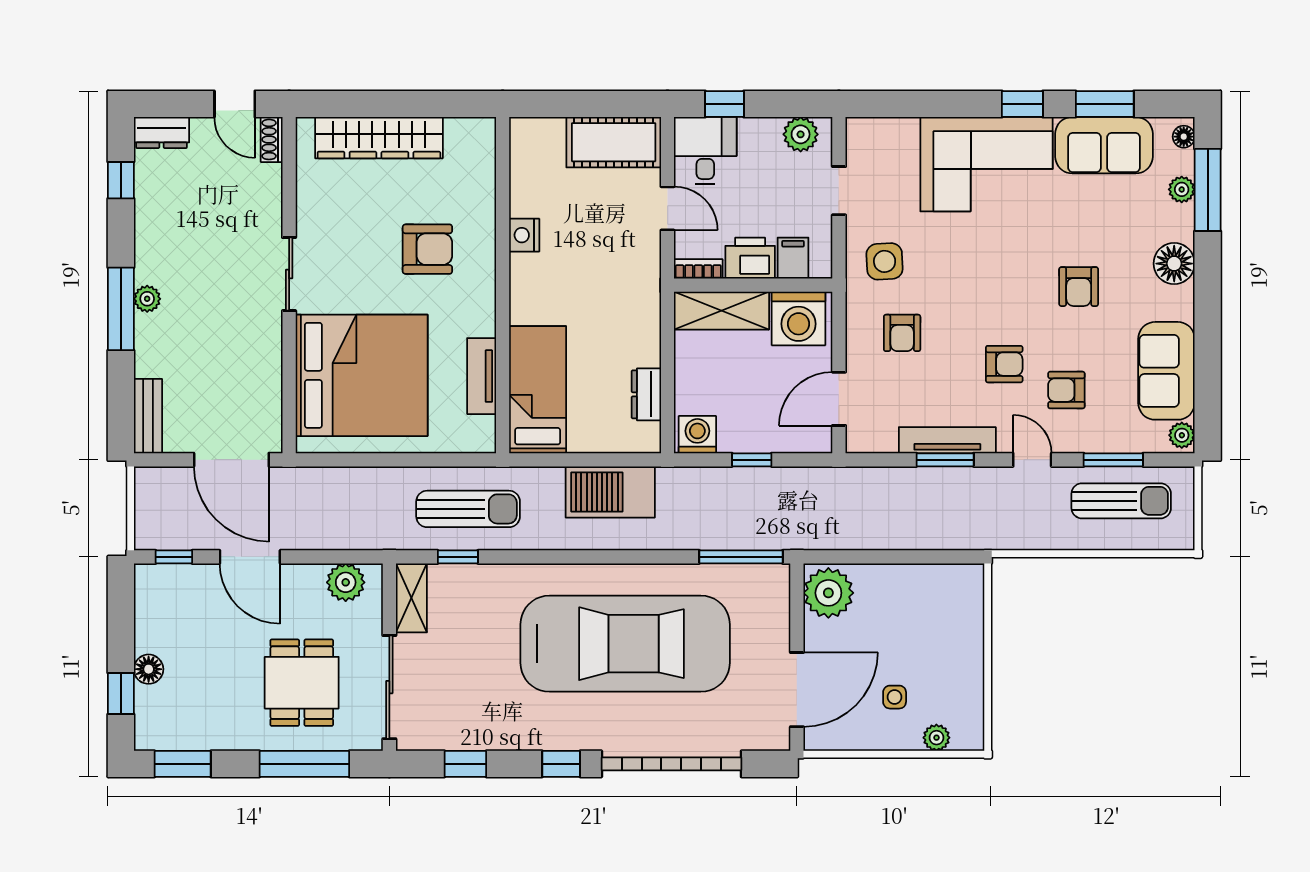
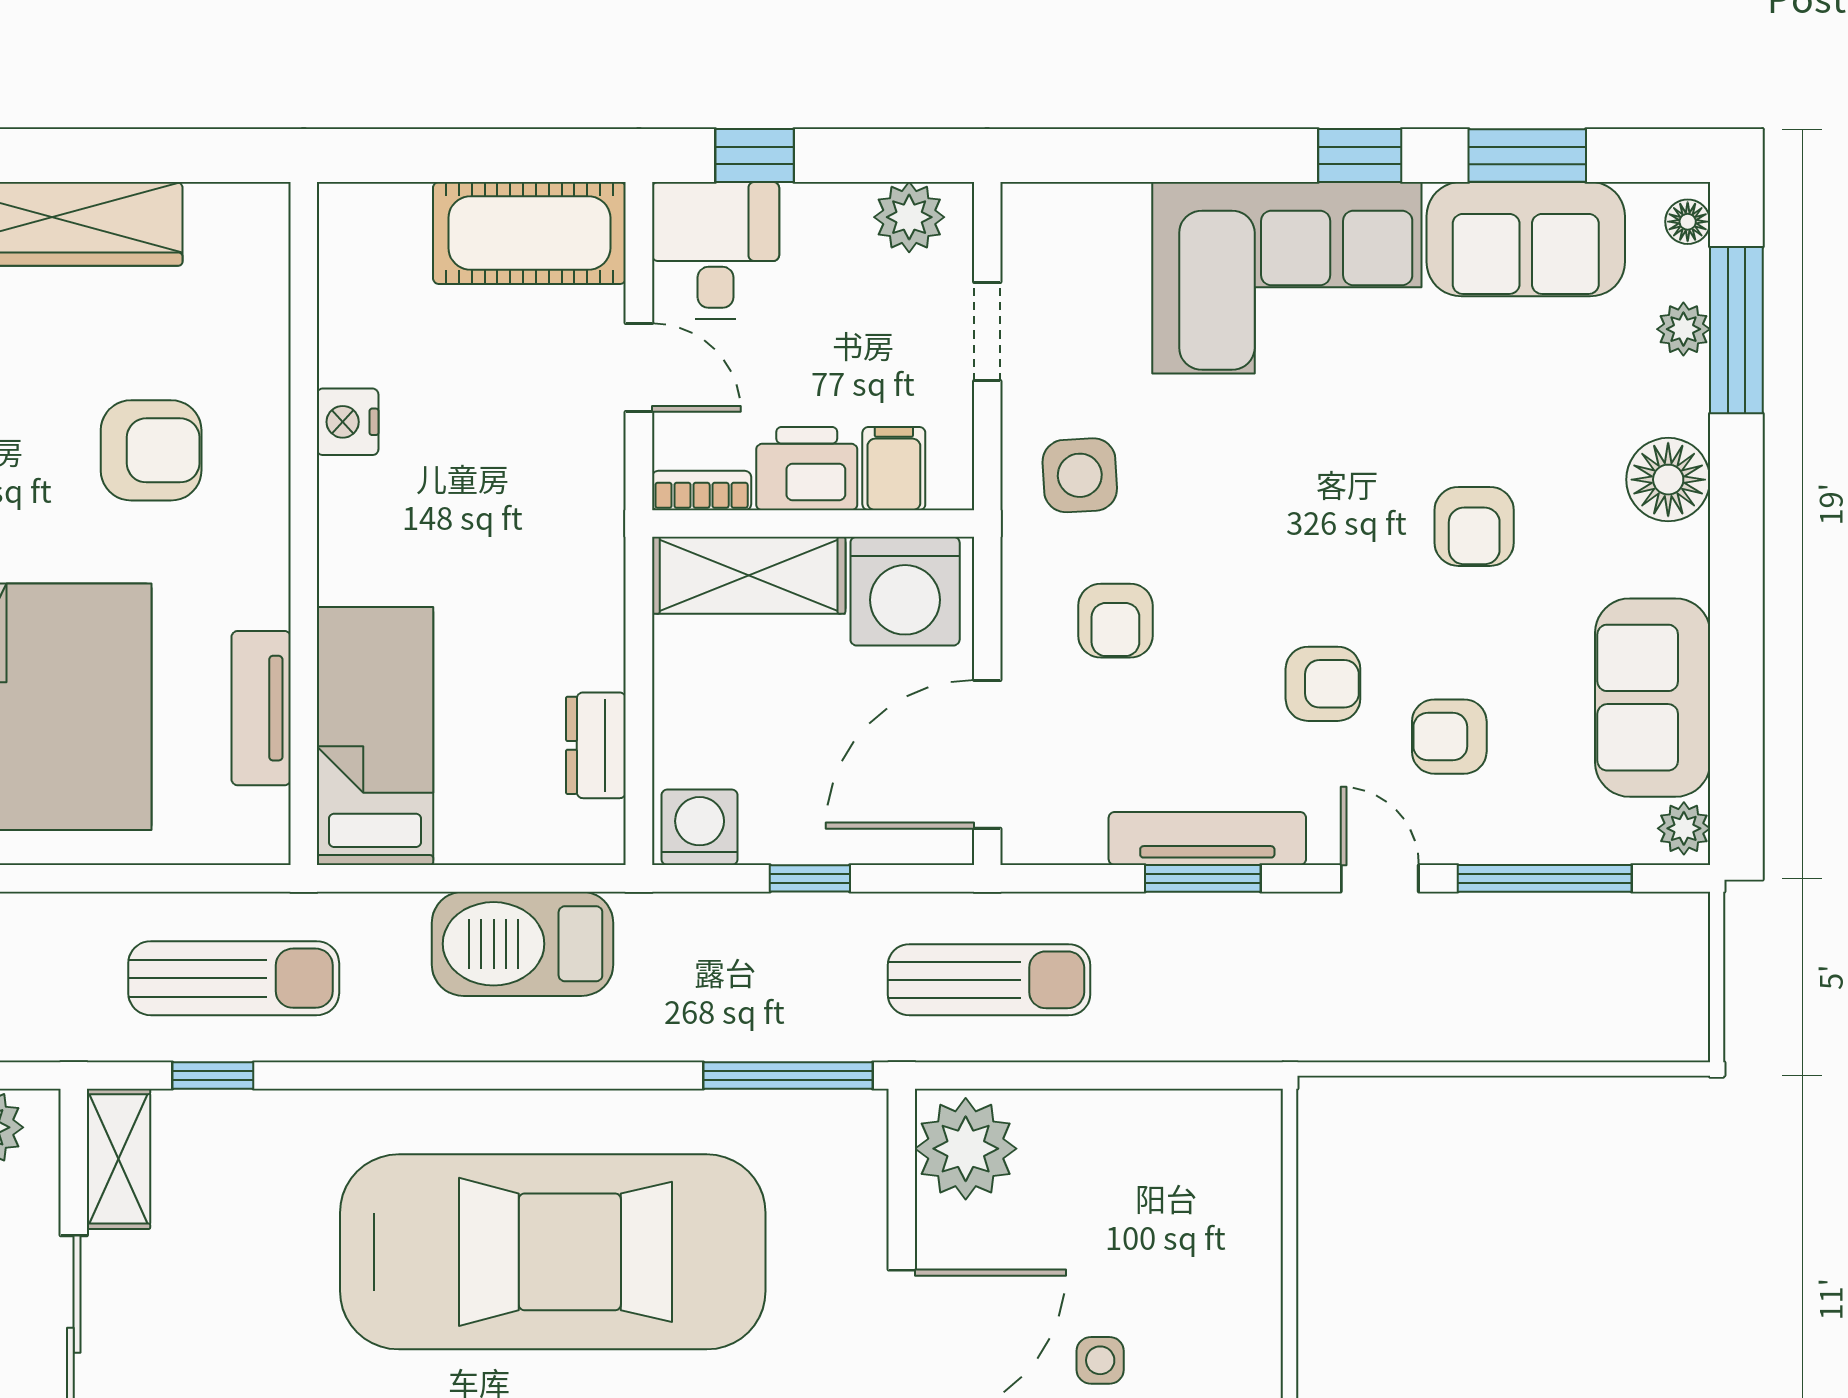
door: (839, 399) -> (987, 754), width x1.36
window: (1113, 460) -> (1545, 878), width x1.44
sun lounger: (1121, 501) -> (989, 980), moved

